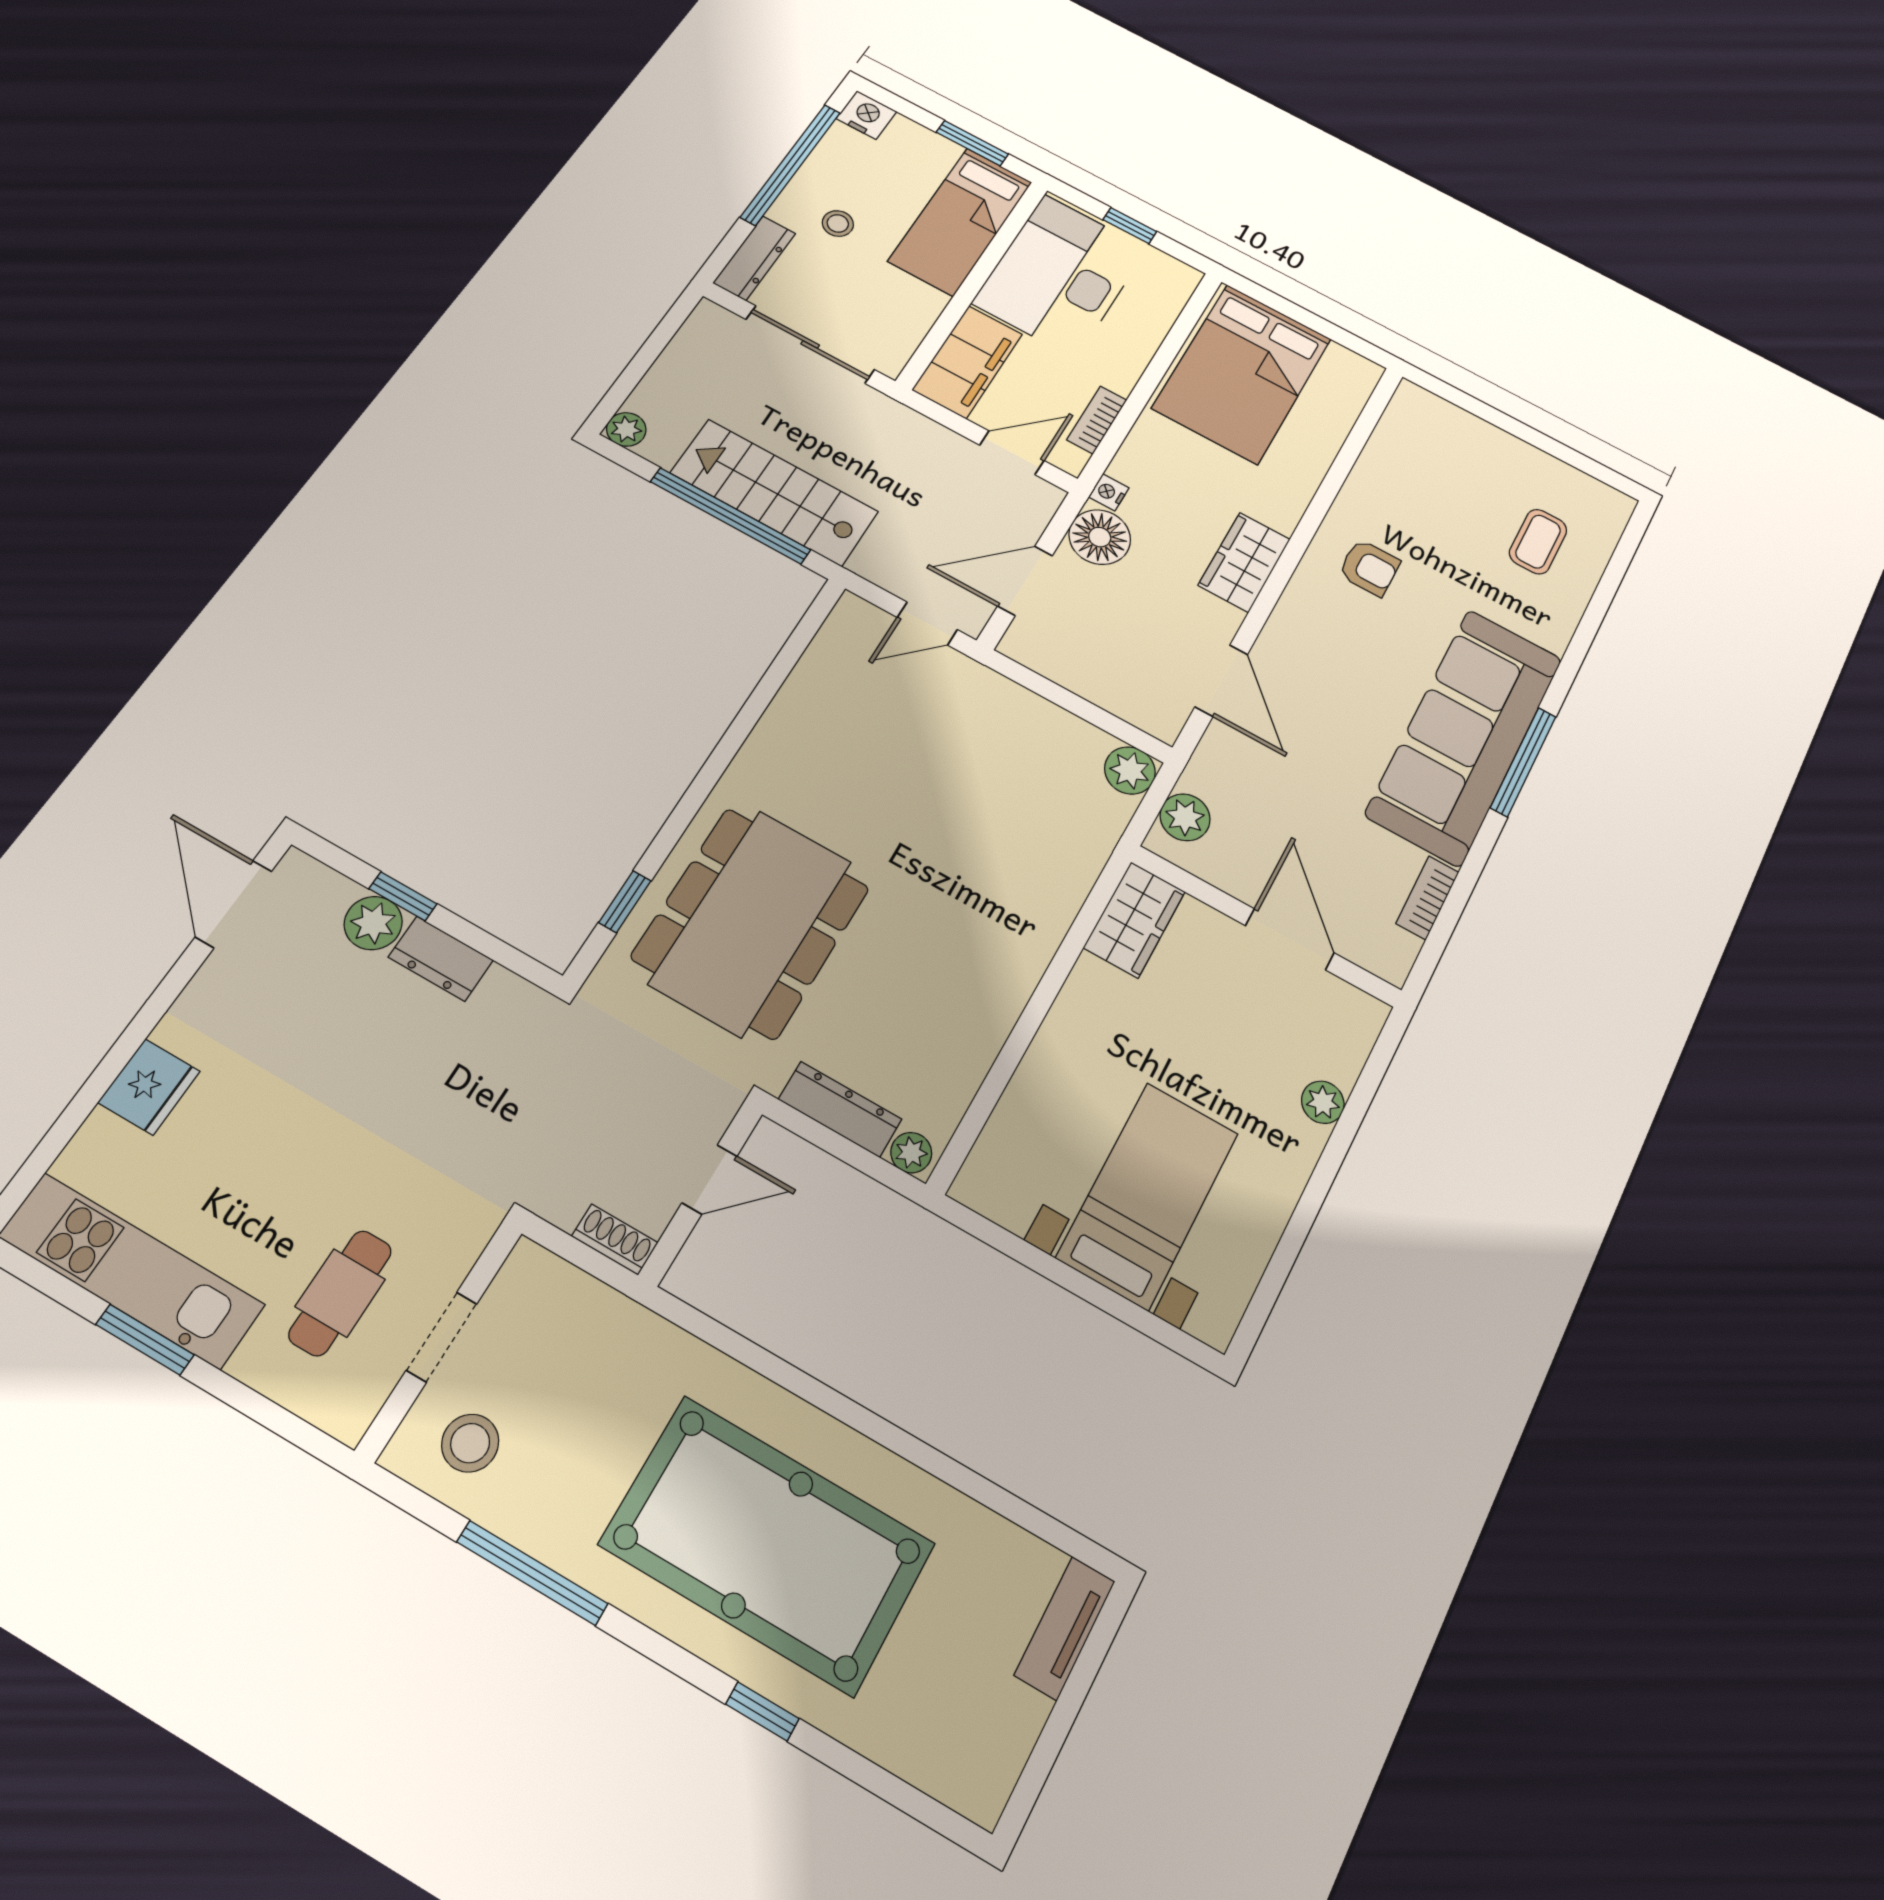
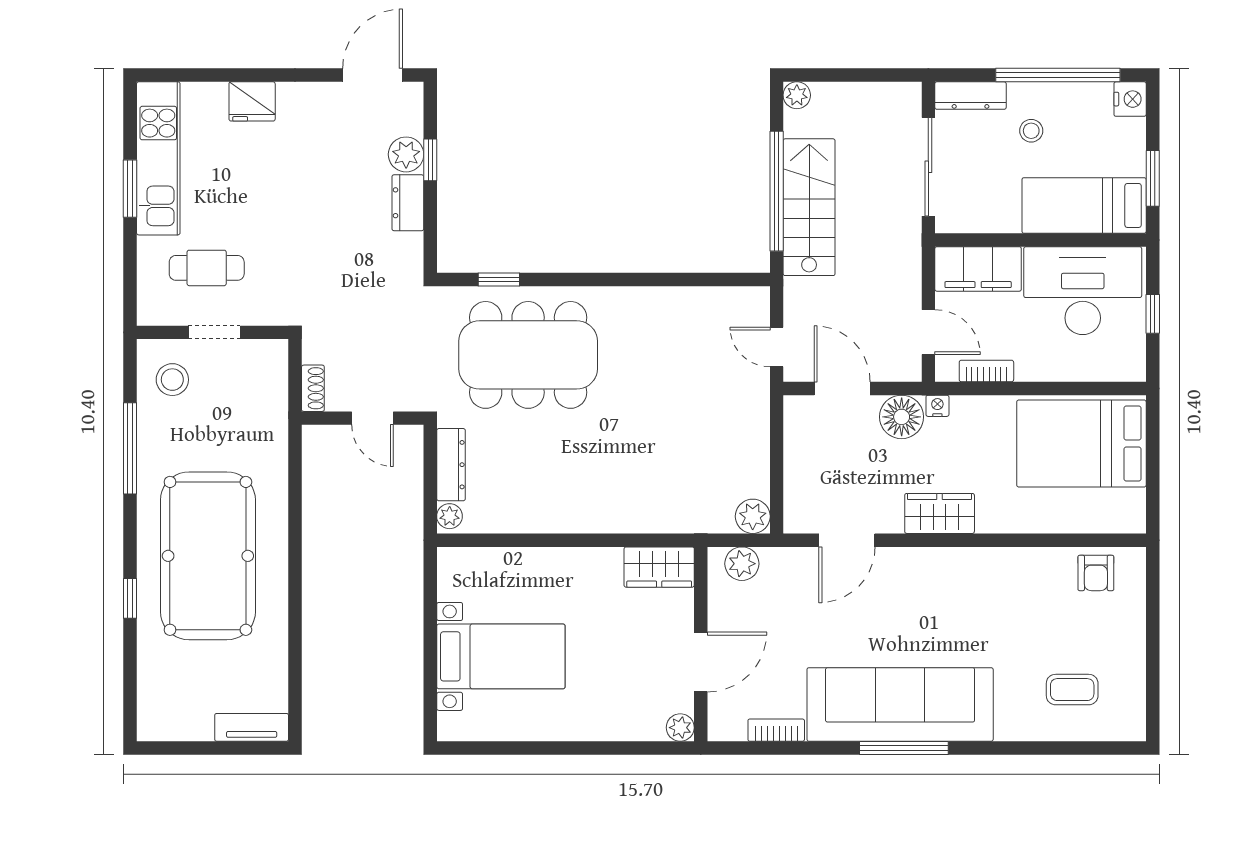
armchair: (1369, 568) -> (1096, 573), moved
plant: (1323, 1102) -> (680, 728), moved

